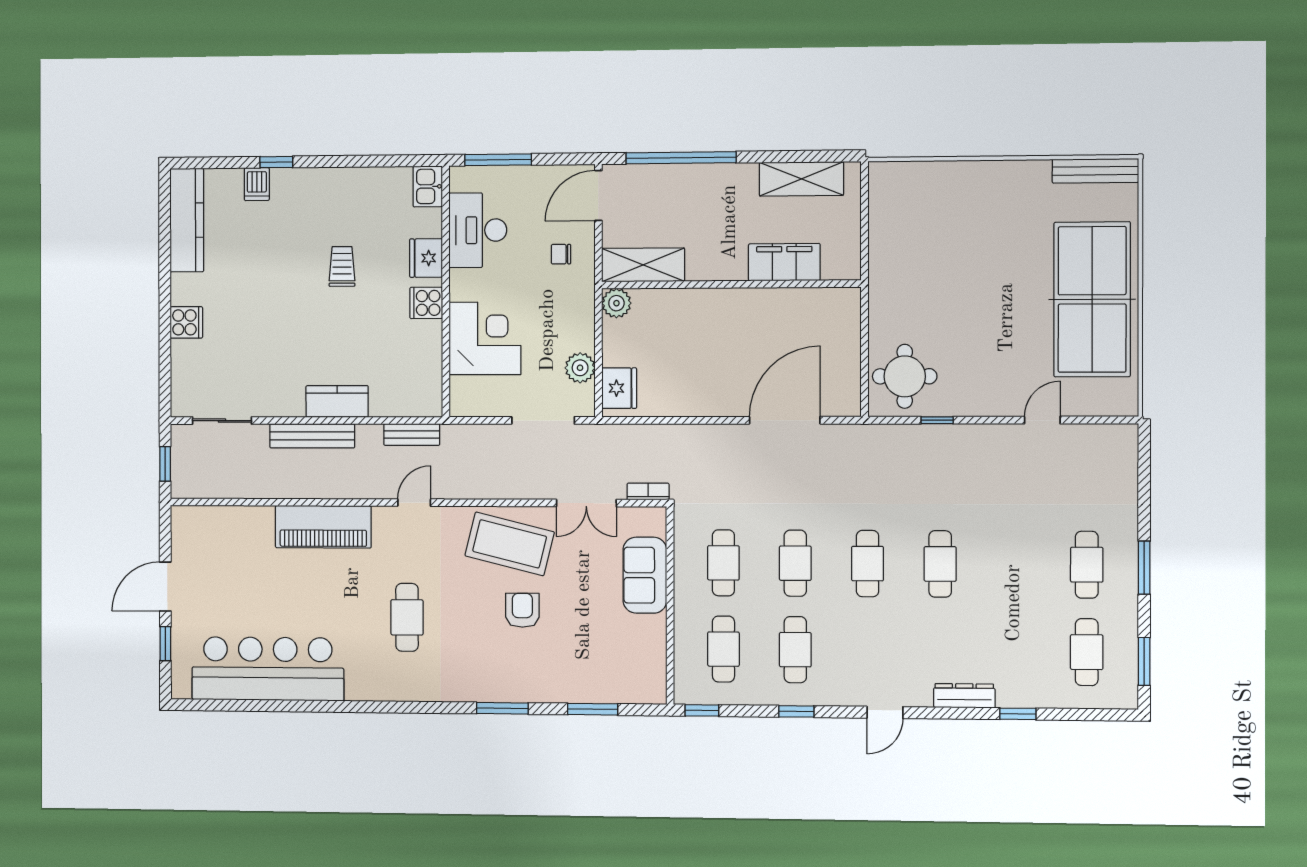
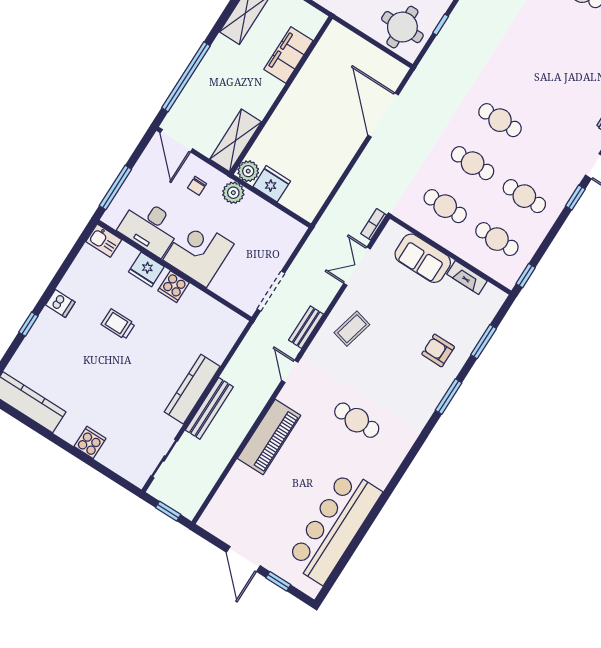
dishwasher: (257, 184) -> (60, 303), moved
corner desk: (485, 338) -> (198, 252), moved
plant: (580, 368) -> (233, 193), moved
fridge: (619, 388) -> (272, 184), moved
kitchen counter: (337, 401) -> (192, 389), width x1.50
doorway: (543, 420) -> (271, 291), moved
bench: (412, 435) -> (306, 327), moved
double door: (586, 503) -> (357, 266), swing flipped
coffee table: (510, 544) -> (352, 329), width x0.54, depth x0.58
cafe table: (940, 564) -> (527, 77), removed
armchair: (522, 610) -> (438, 350), moved
fireplace: (655, 642) -> (467, 278), added
window: (796, 711) -> (575, 198), moved

